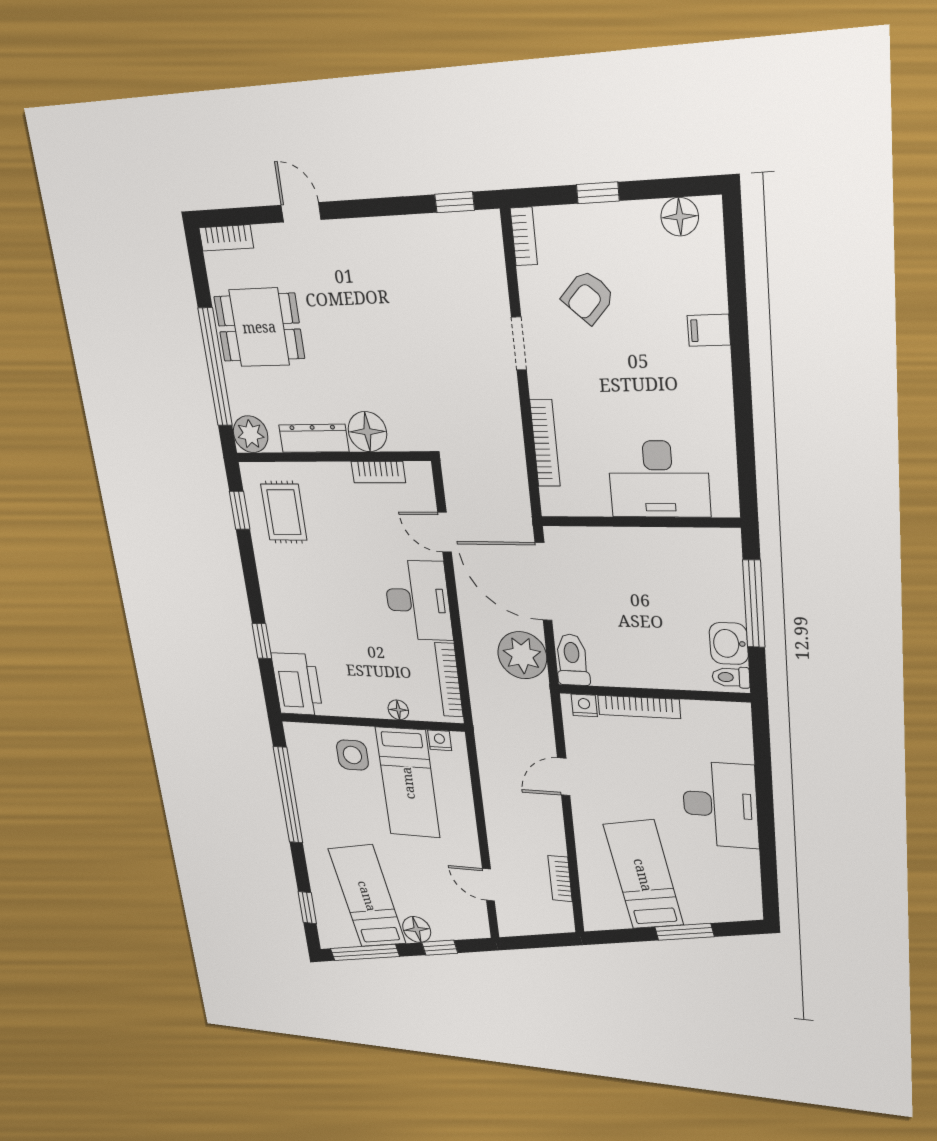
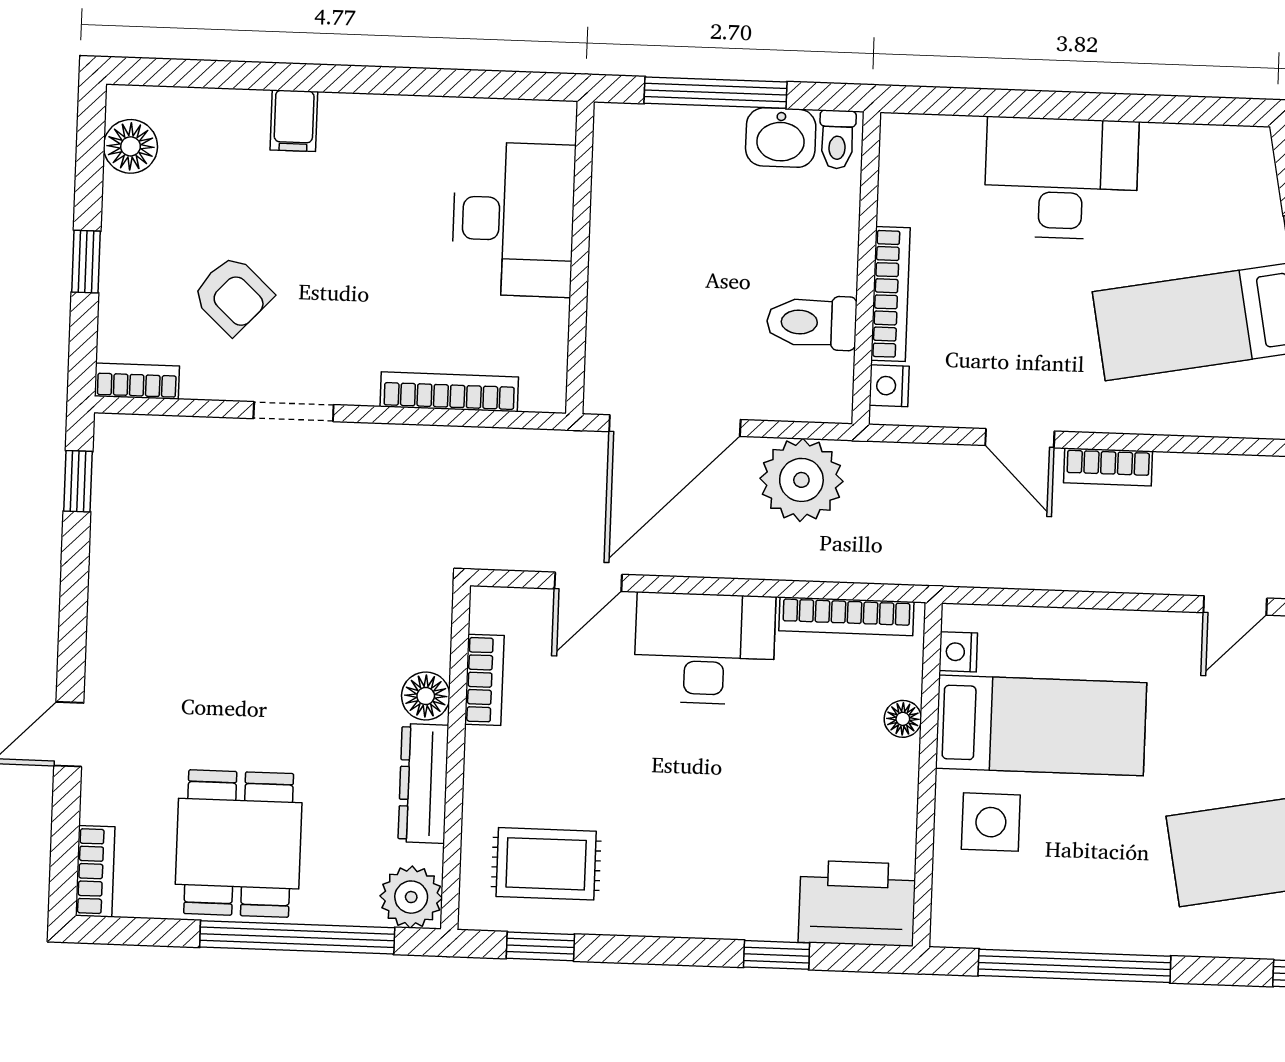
floor lamp: (367, 432) -> (426, 696), width x0.73, depth x0.73
toilet: (572, 660) -> (812, 322), moved
bookcase: (560, 879) -> (1108, 467), moved

